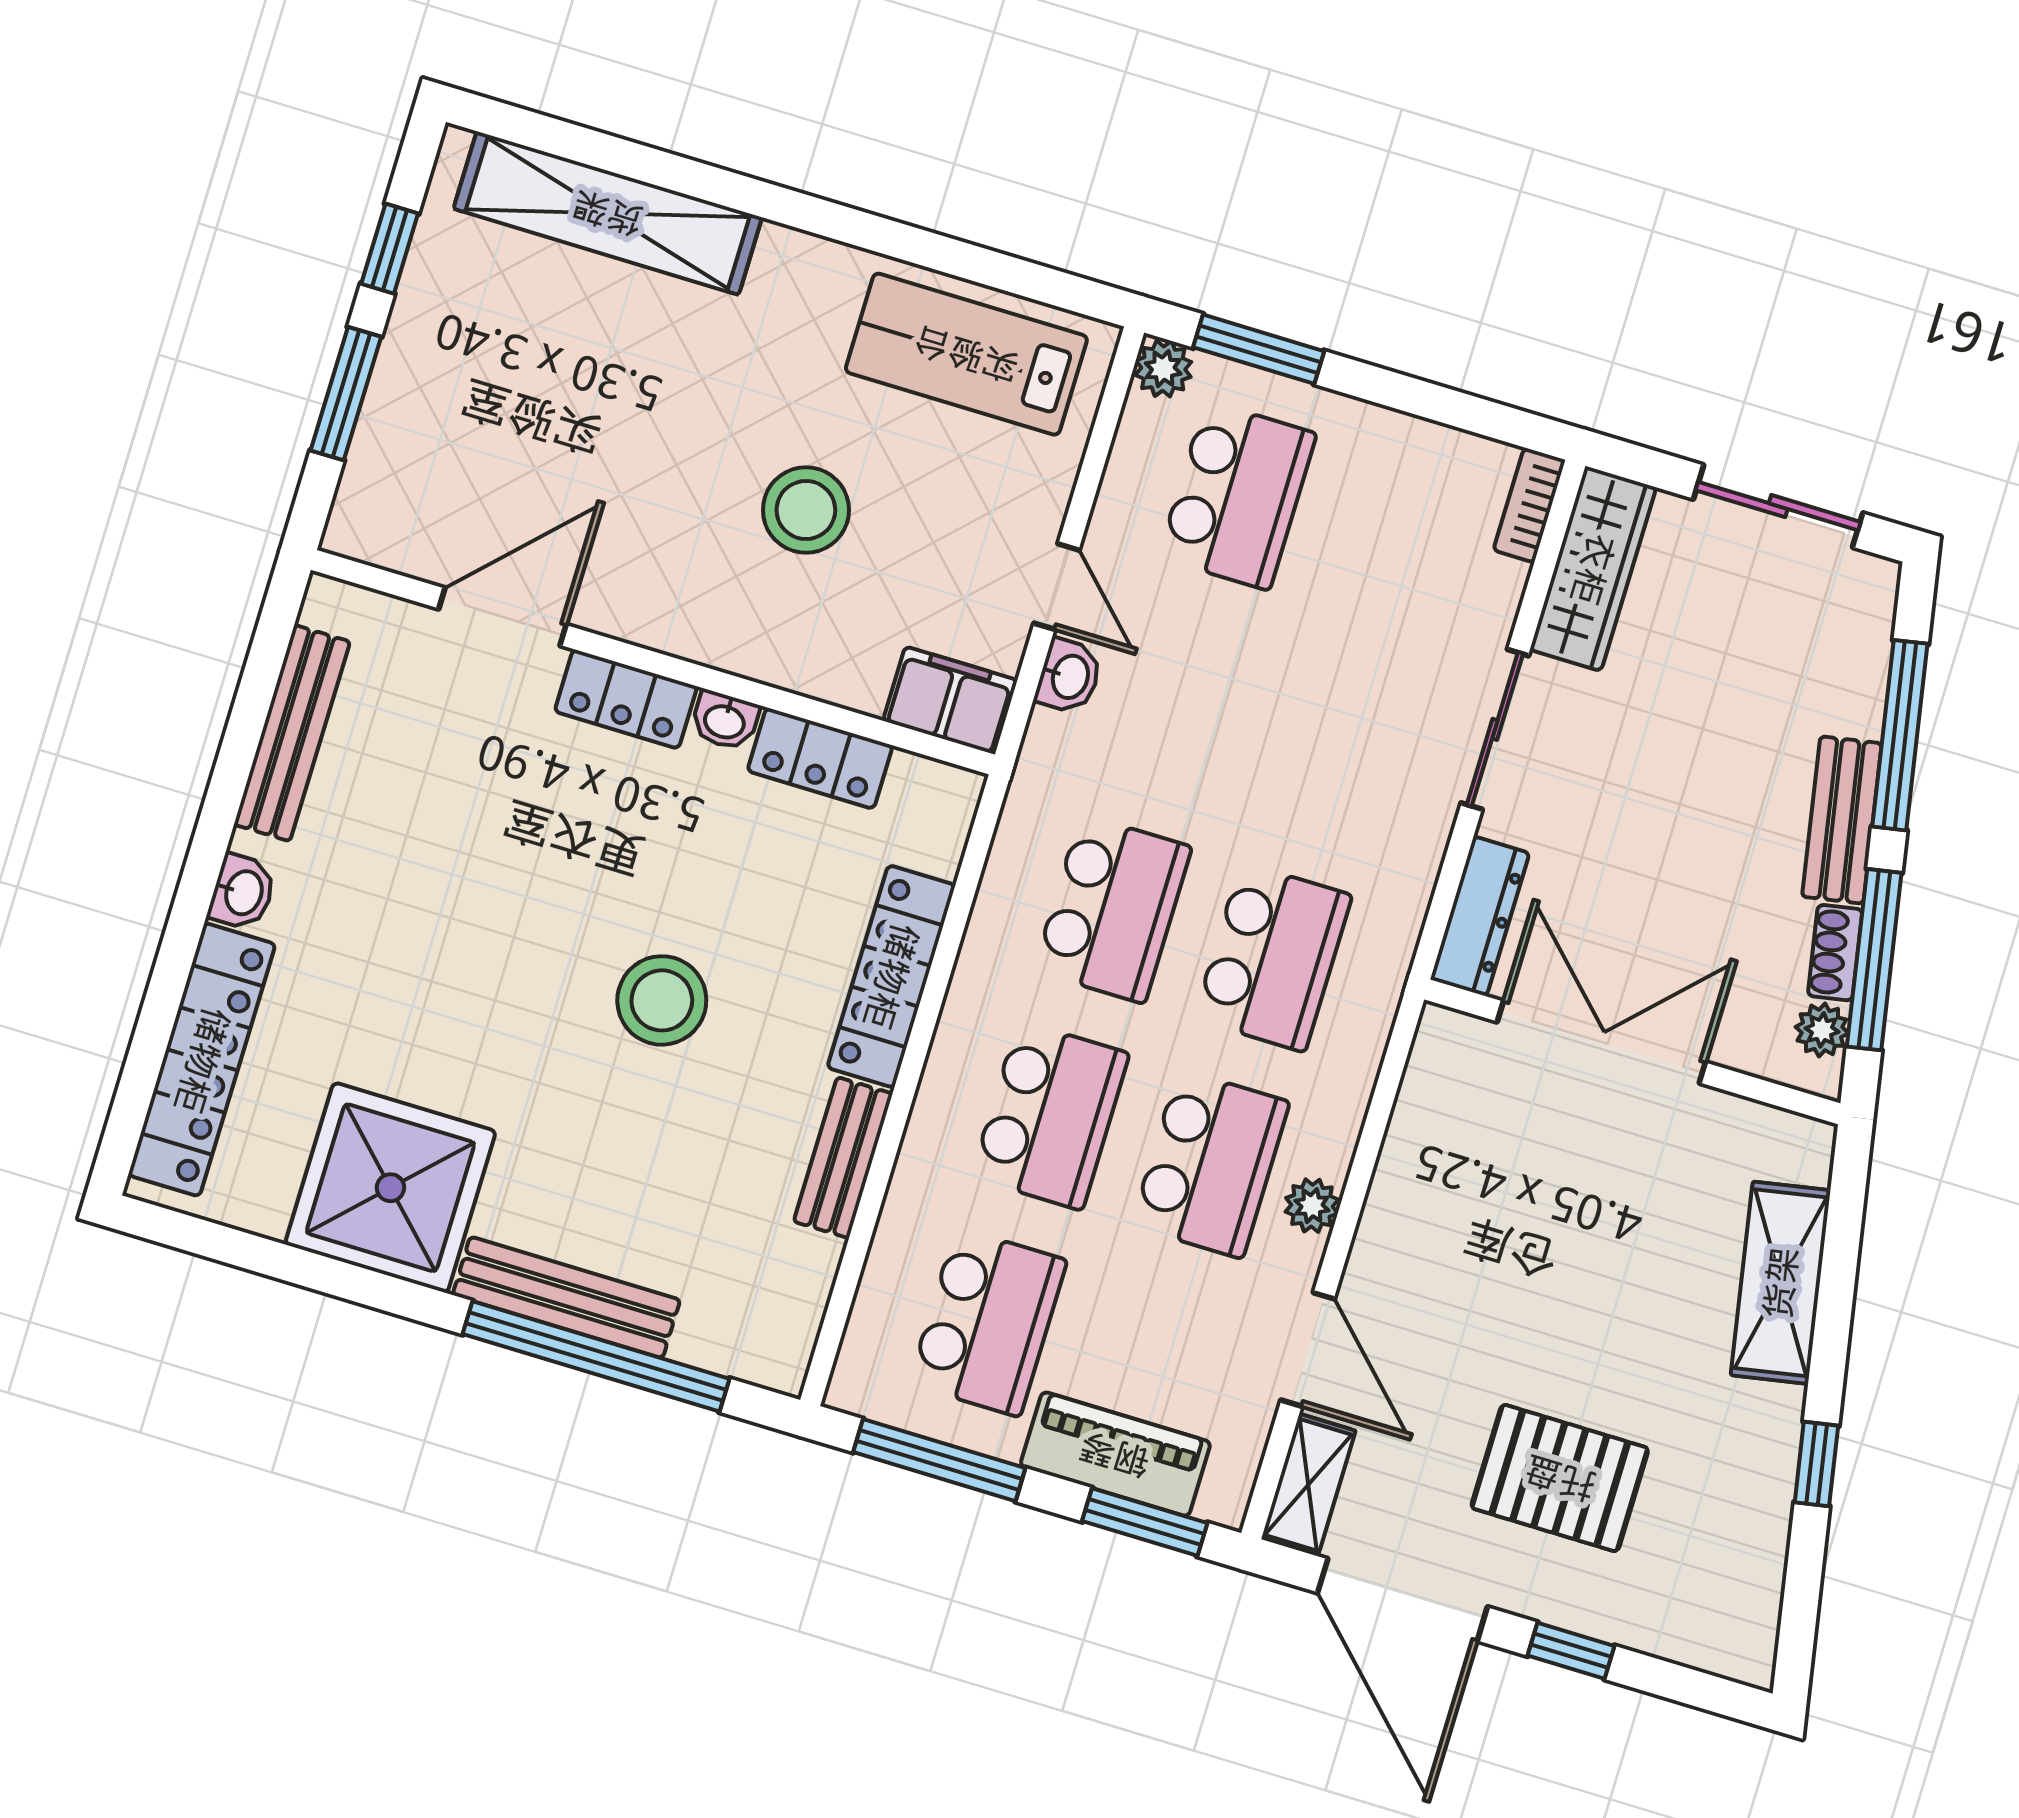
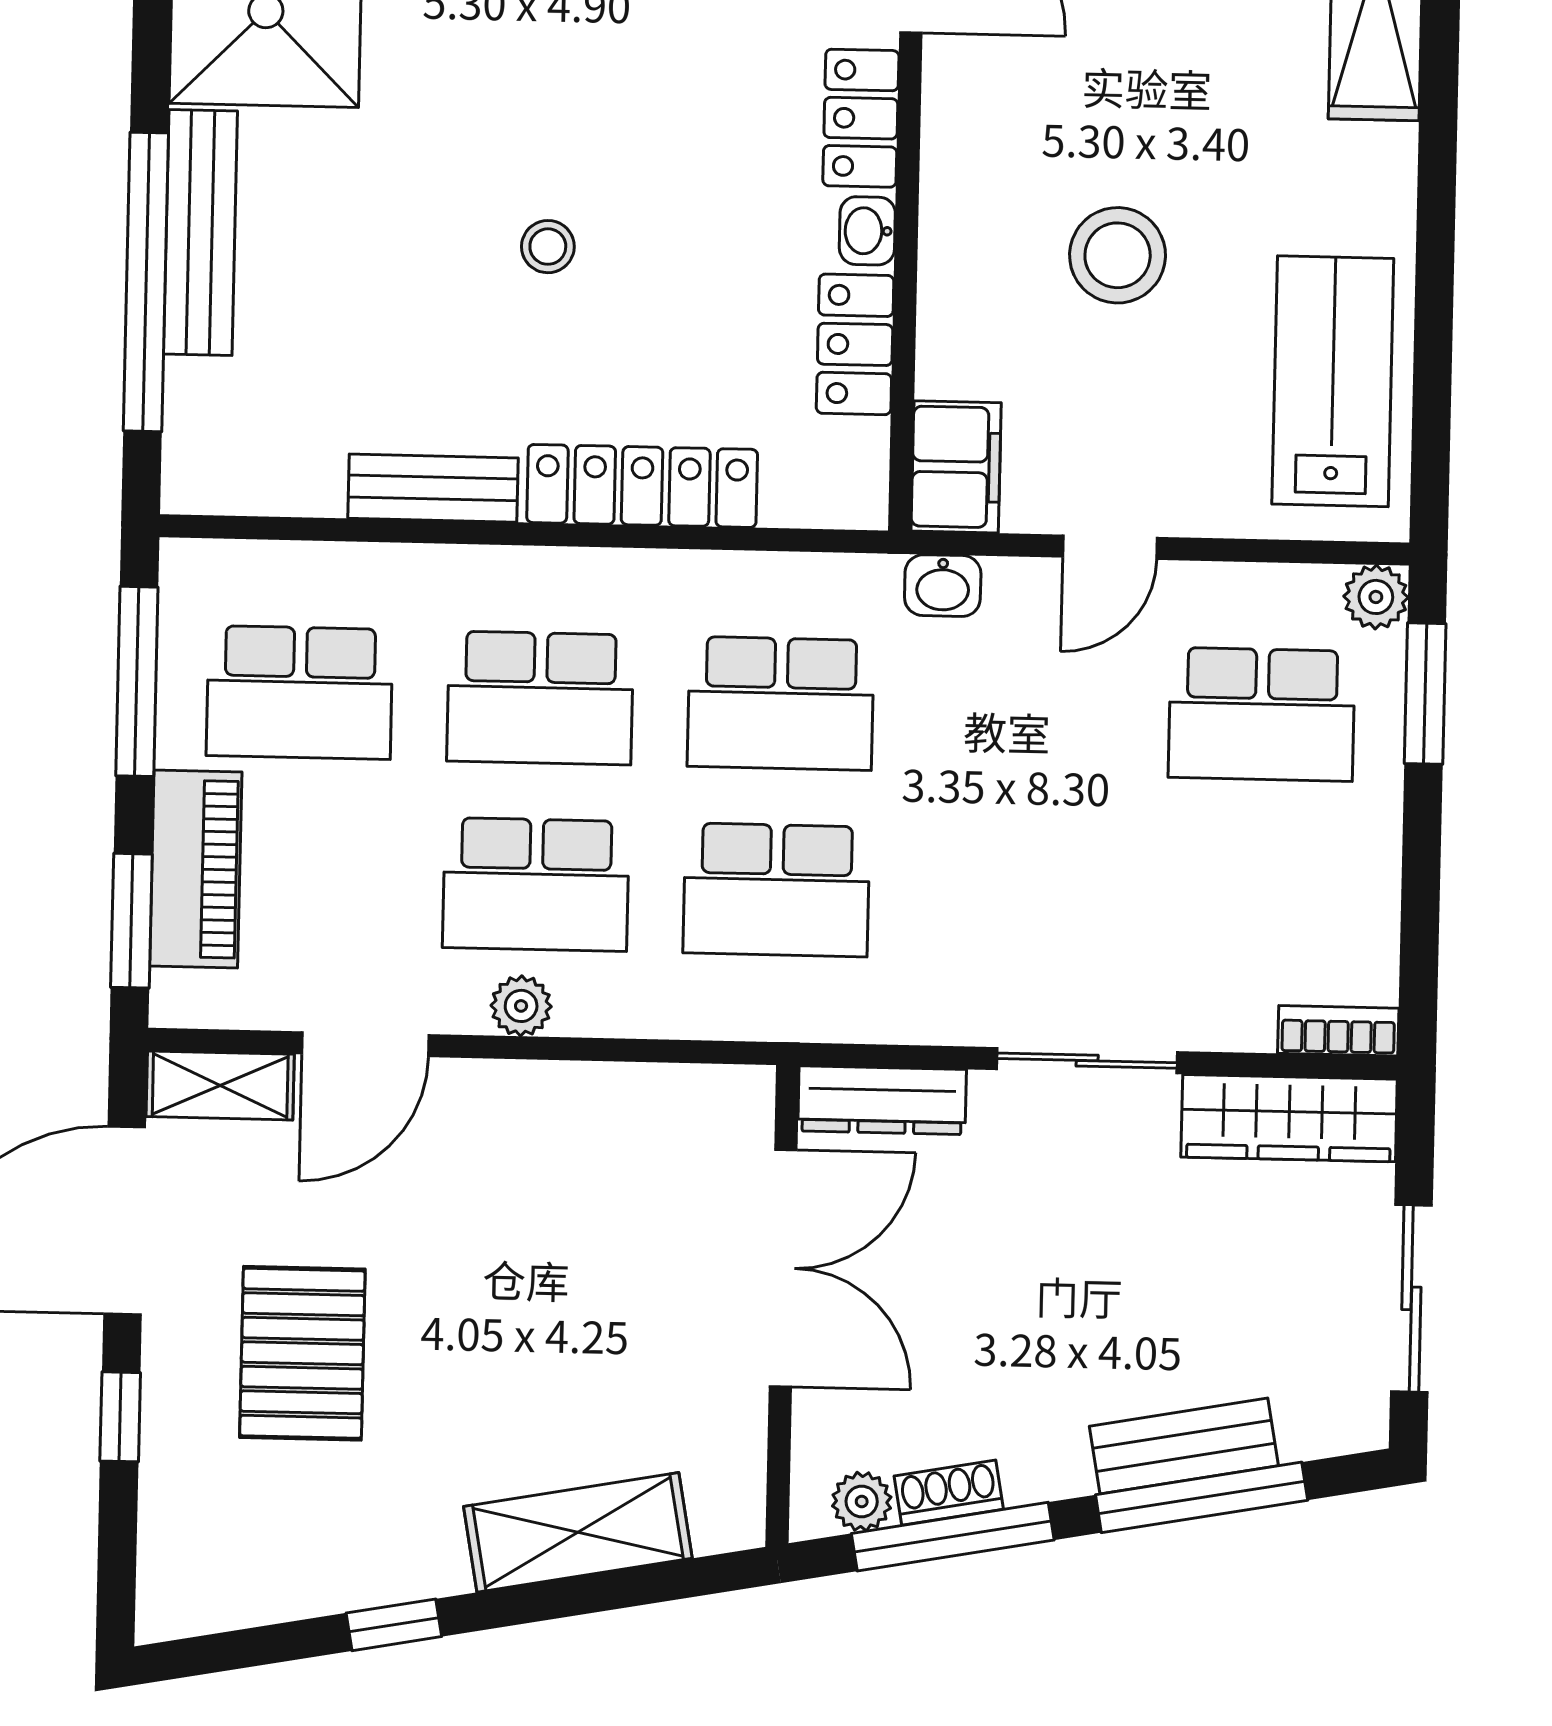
washbasin: (1069, 676) -> (943, 586), moved
bench: (1842, 820) -> (1184, 1446), moved
stool: (662, 1000) -> (548, 247), width x0.53, depth x0.53

